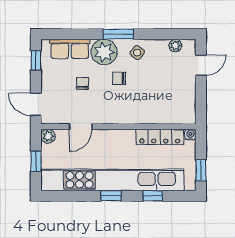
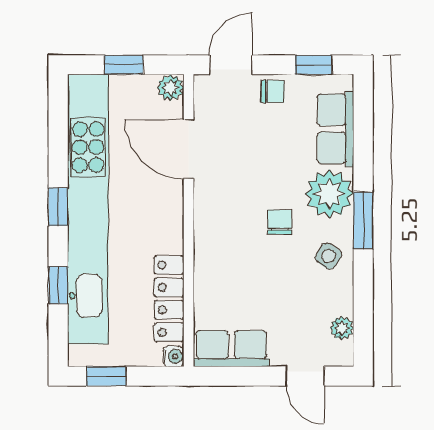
chair: (82, 83) -> (273, 91), moved
row of seats: (186, 104) -> (231, 349), added
door: (81, 127) -> (189, 149), width x1.37

